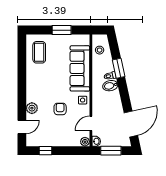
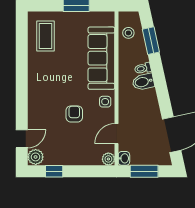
window: (119, 68) -> (151, 41), moved
plant: (32, 108) -> (36, 157), moved

